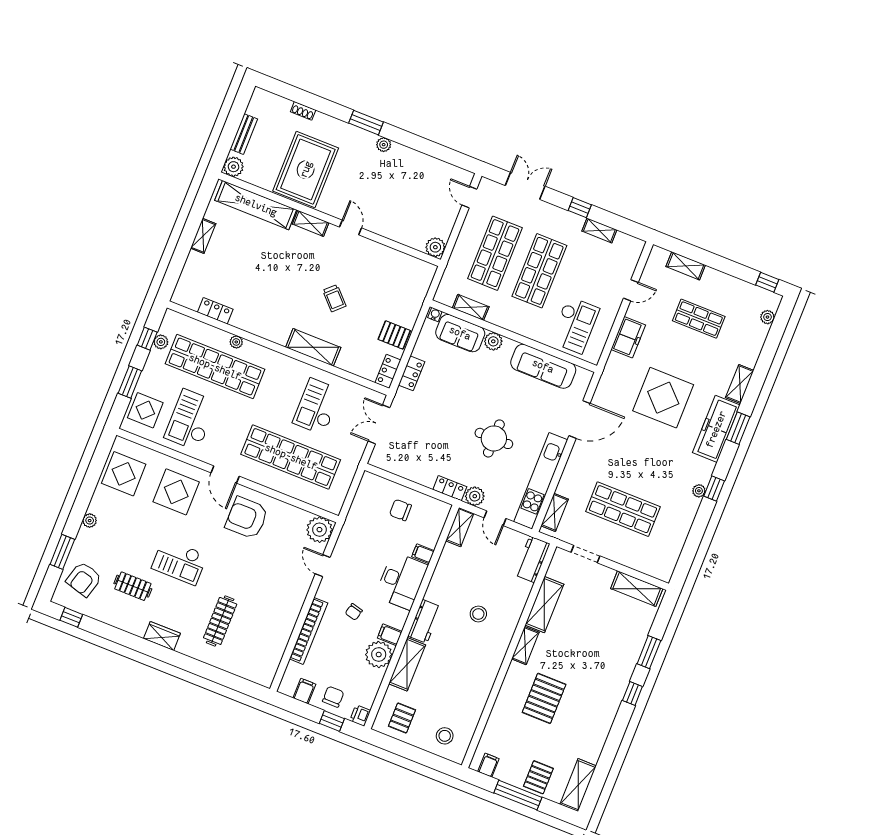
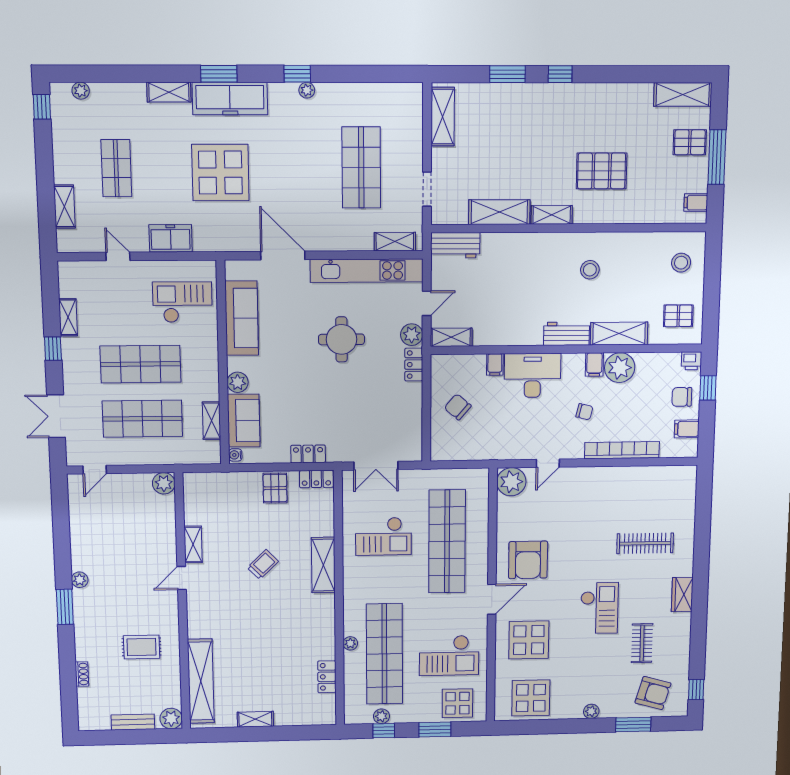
rug: (306, 169) -> (142, 647), width x0.54, depth x0.49
shelving: (311, 223) -> (193, 544), moved
chair: (400, 510) -> (458, 407), turned 132
stool: (478, 614) -> (590, 270), moved

